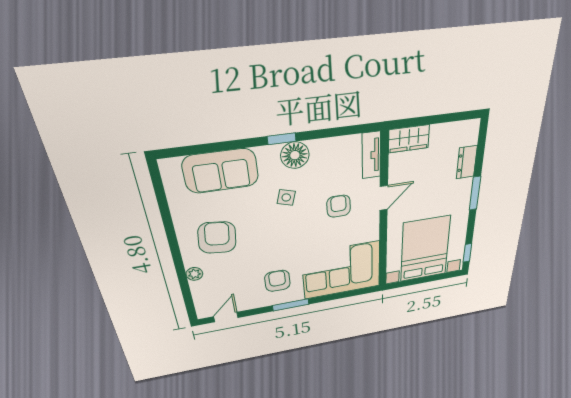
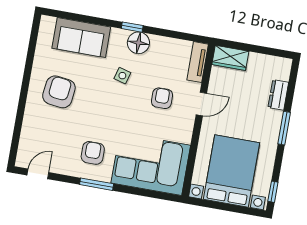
plant: (194, 274) -> (30, 119), removed

